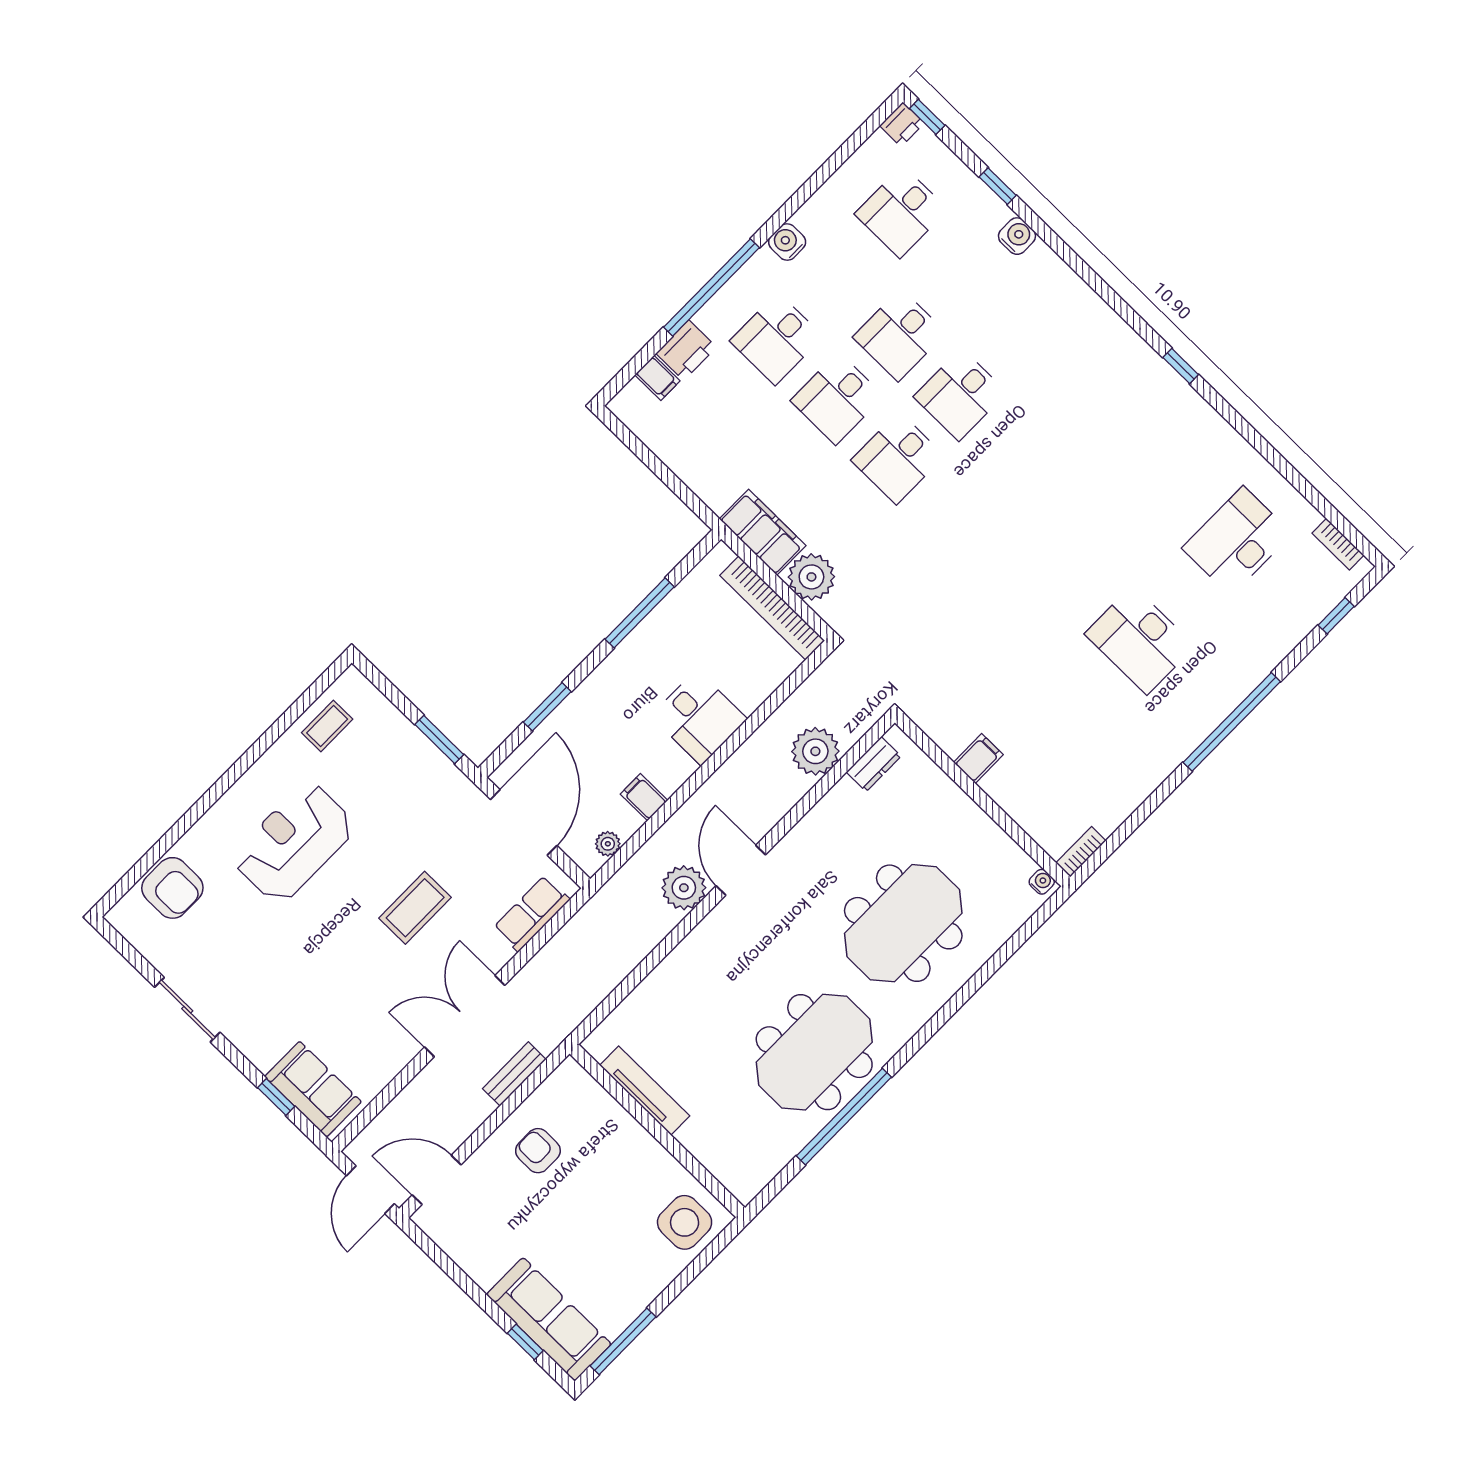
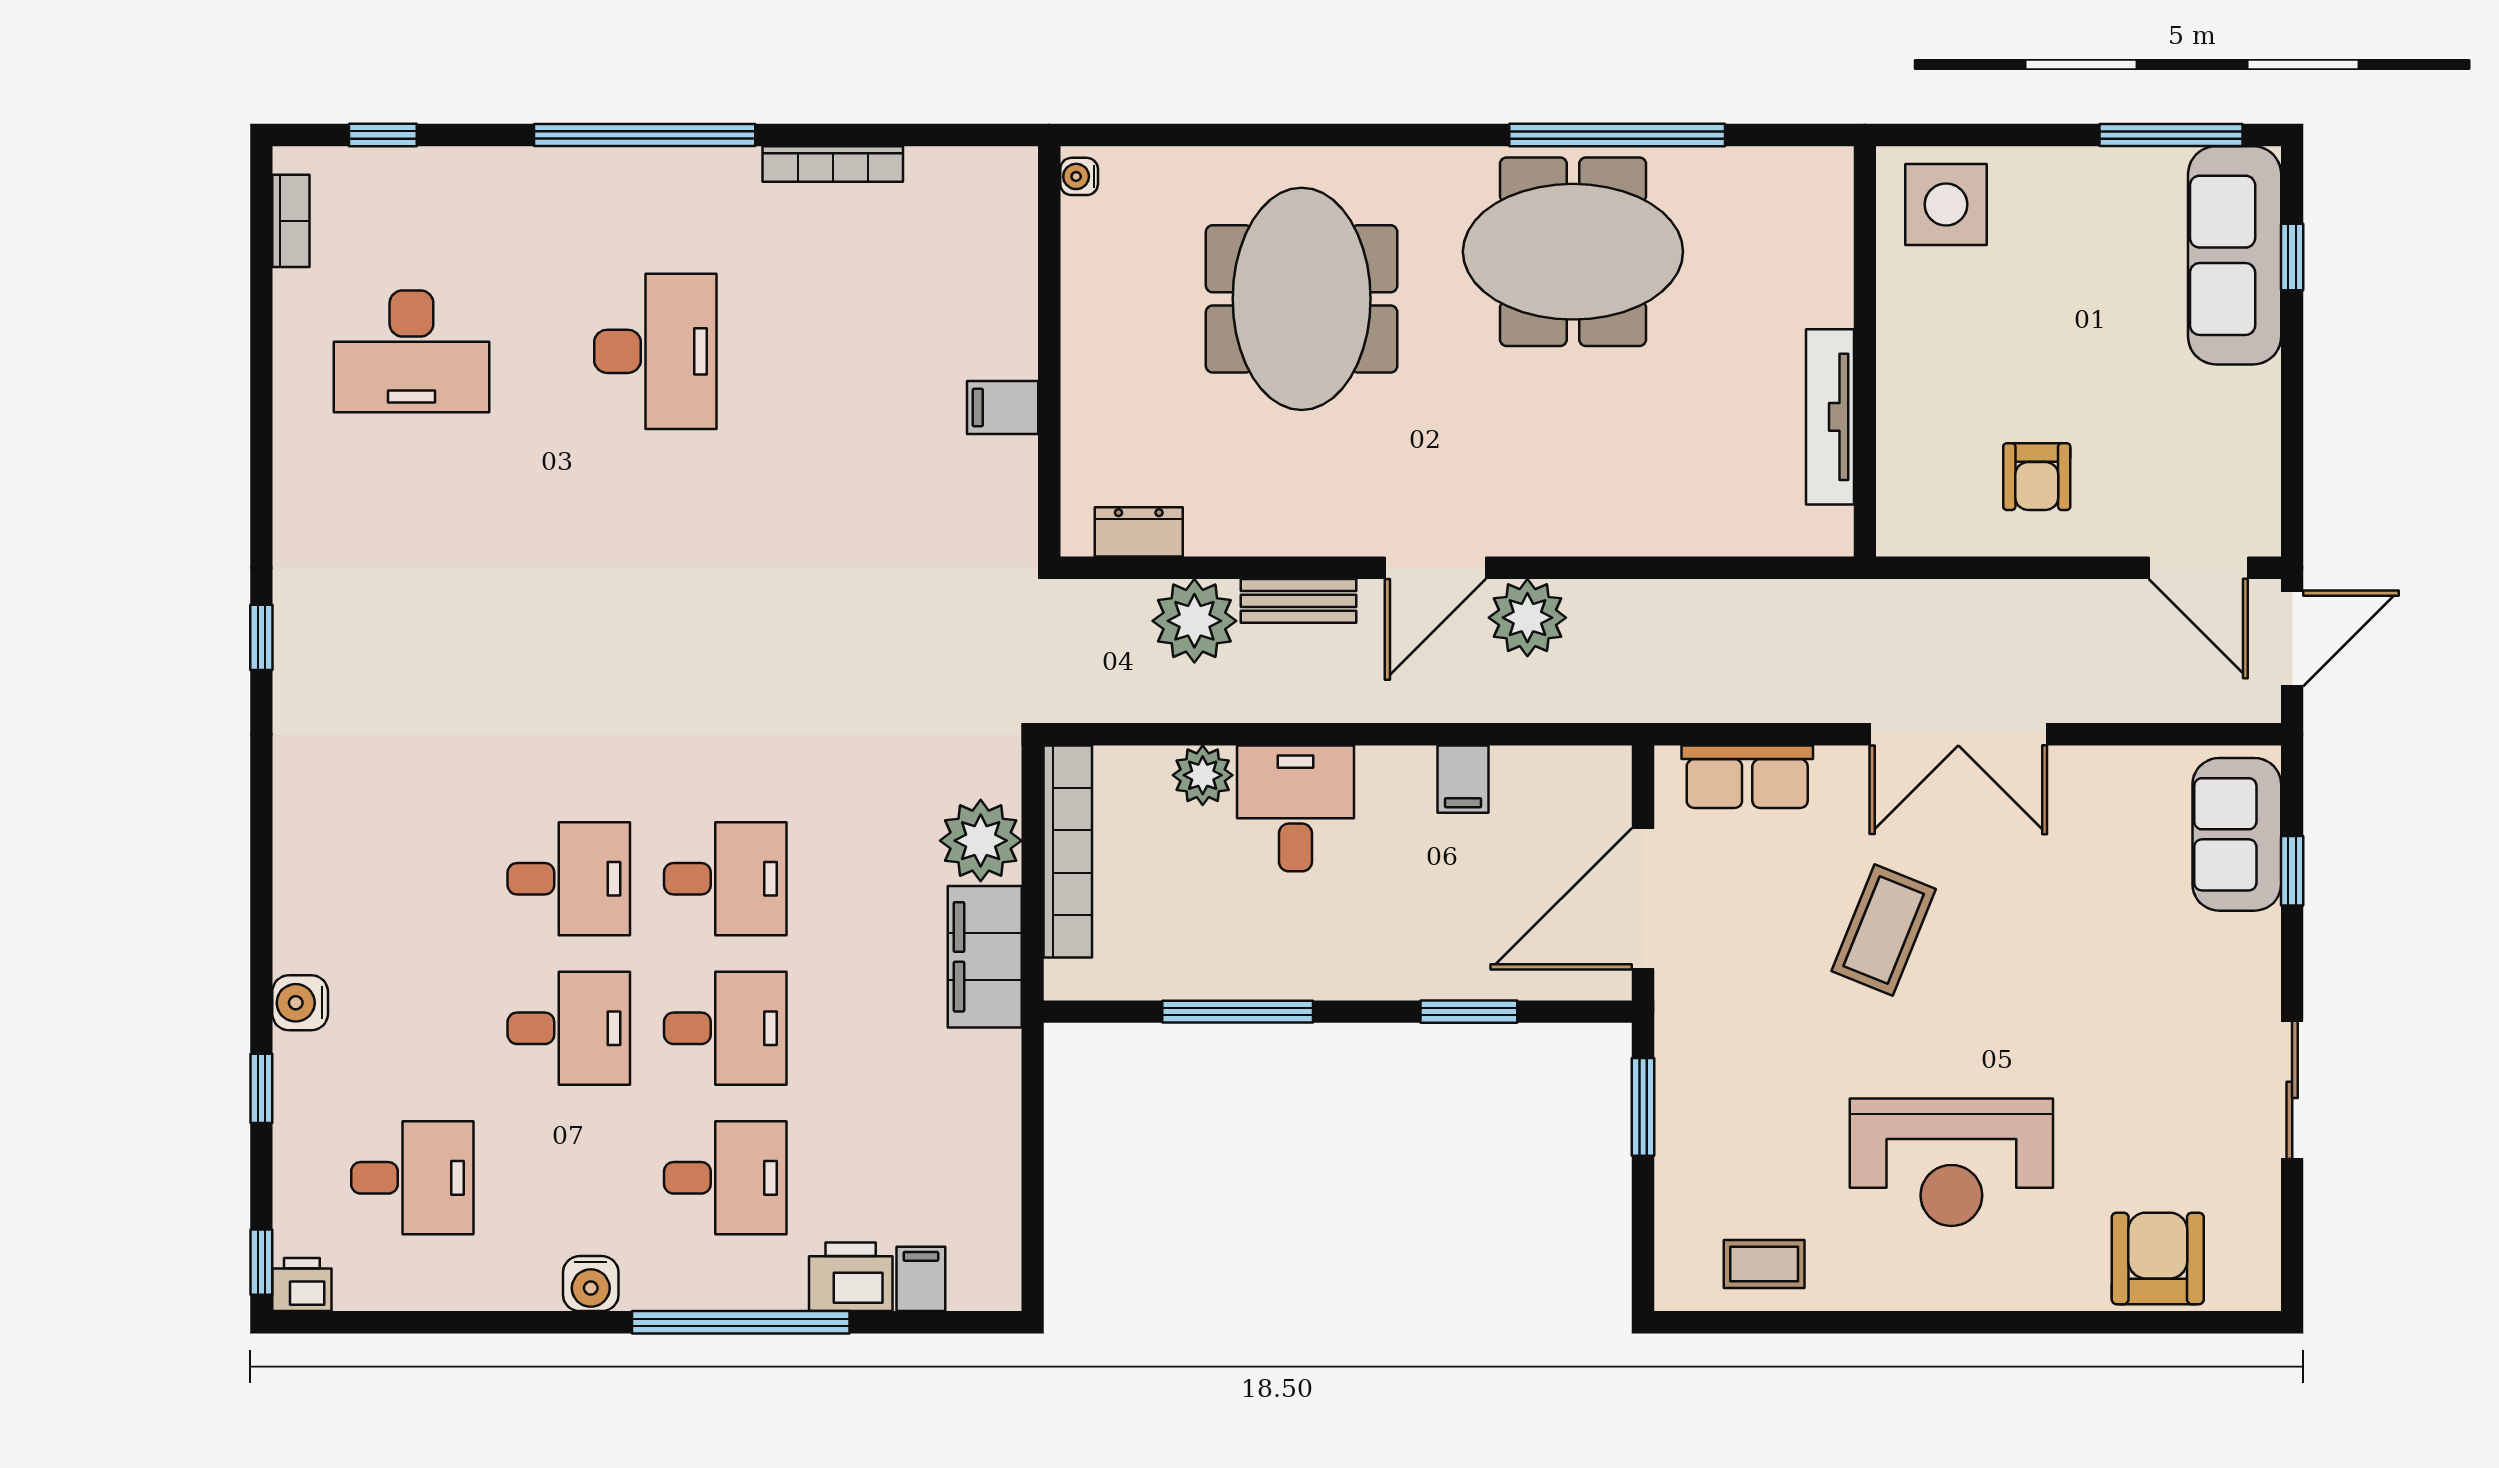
plant: (608, 844) -> (1203, 775), moved, width x1.38, depth x1.38
bookcase: (1081, 852) -> (833, 164), moved, width x1.56
coffee table: (415, 908) -> (1884, 930), turned -68
meeting table: (903, 923) -> (1302, 299), turned 90
bench: (514, 1074) -> (1298, 601), moved

